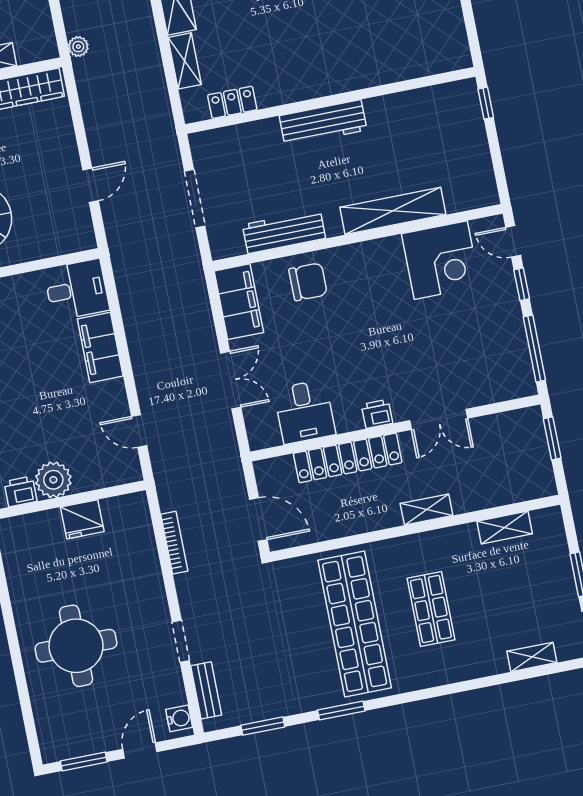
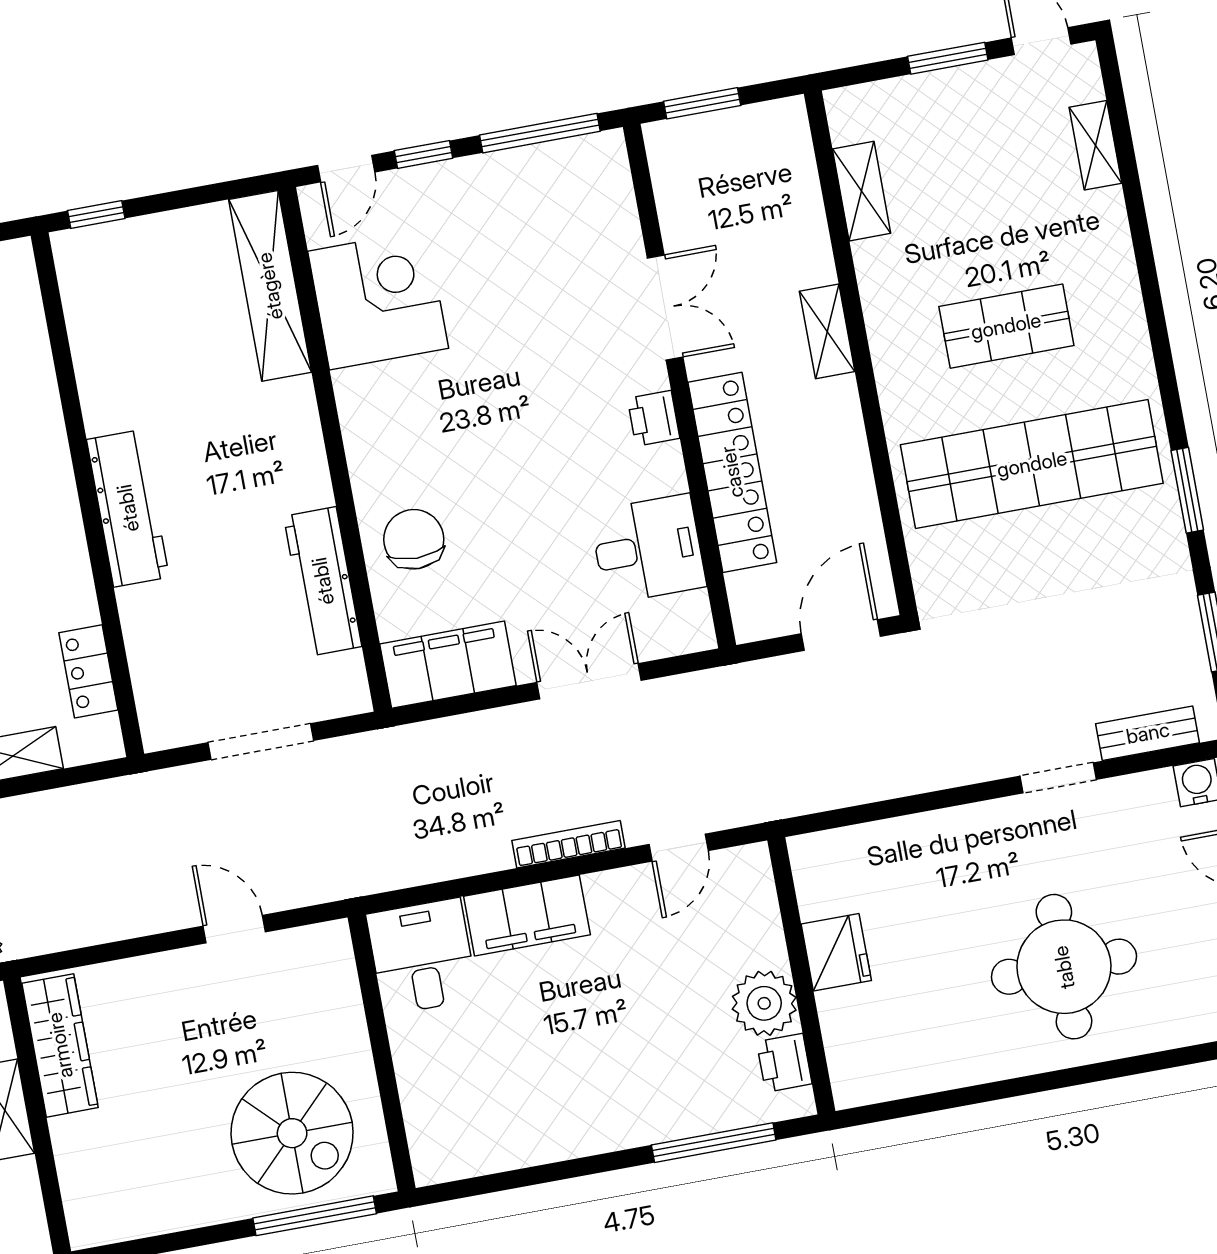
shelving: (393, 211) -> (270, 286), moved
bookcase: (174, 543) -> (569, 844), moved

